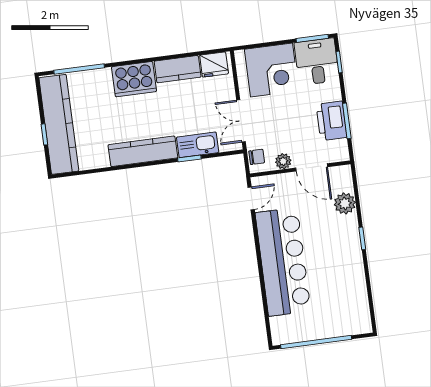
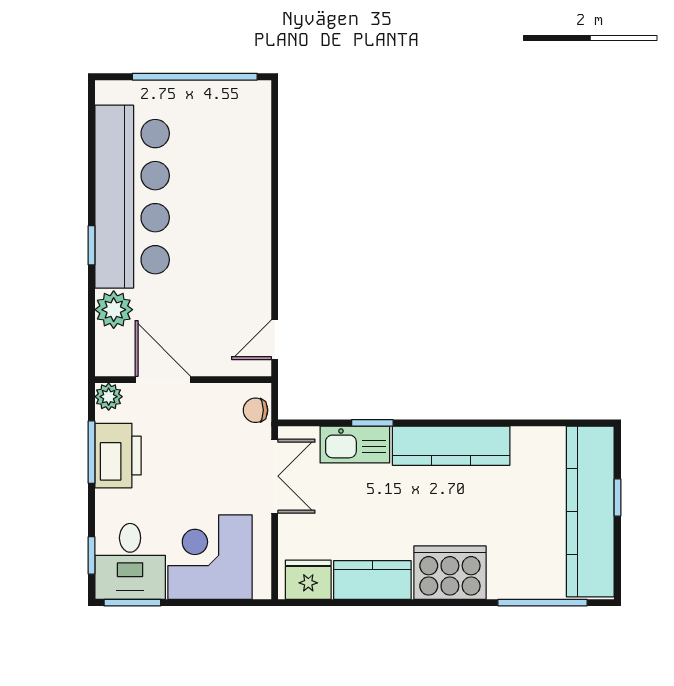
plant: (283, 161) -> (109, 397), moved
bar counter: (283, 262) -> (132, 197), moved, turned 180

